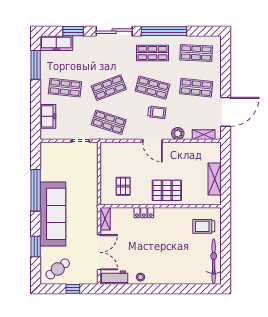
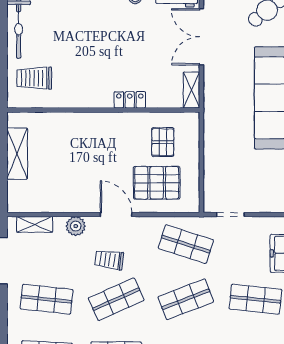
shop shelf: (152, 88) -> (116, 299), turned -39
pallet: (167, 190) -> (157, 183), moved
trolley: (204, 226) -> (34, 78), turned 180

